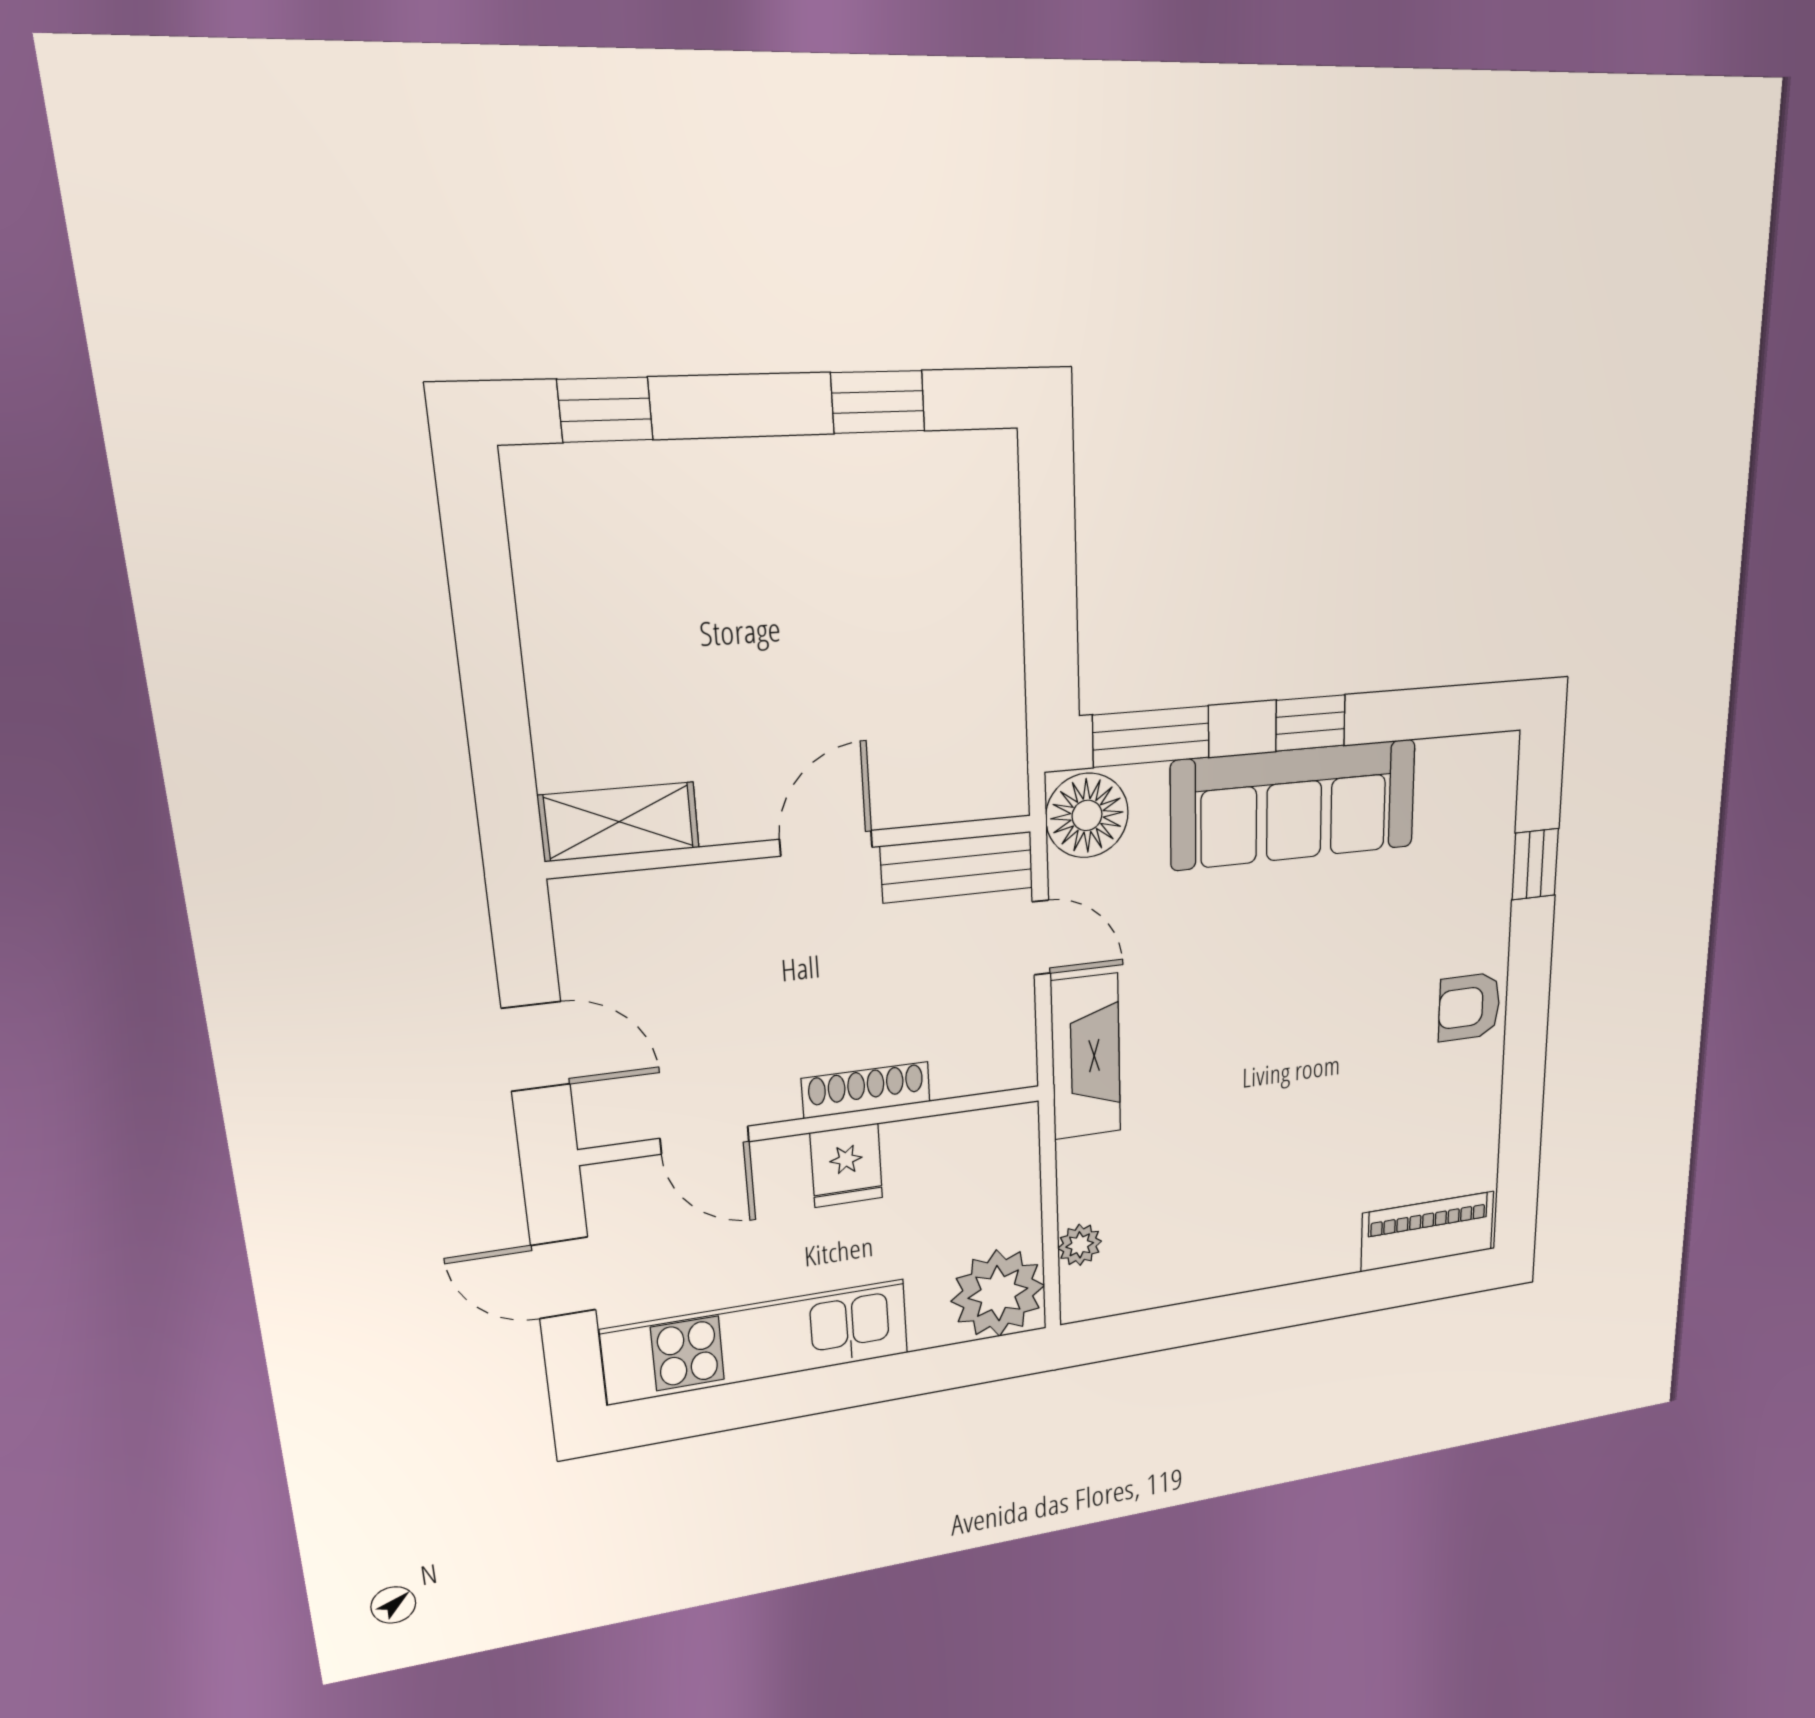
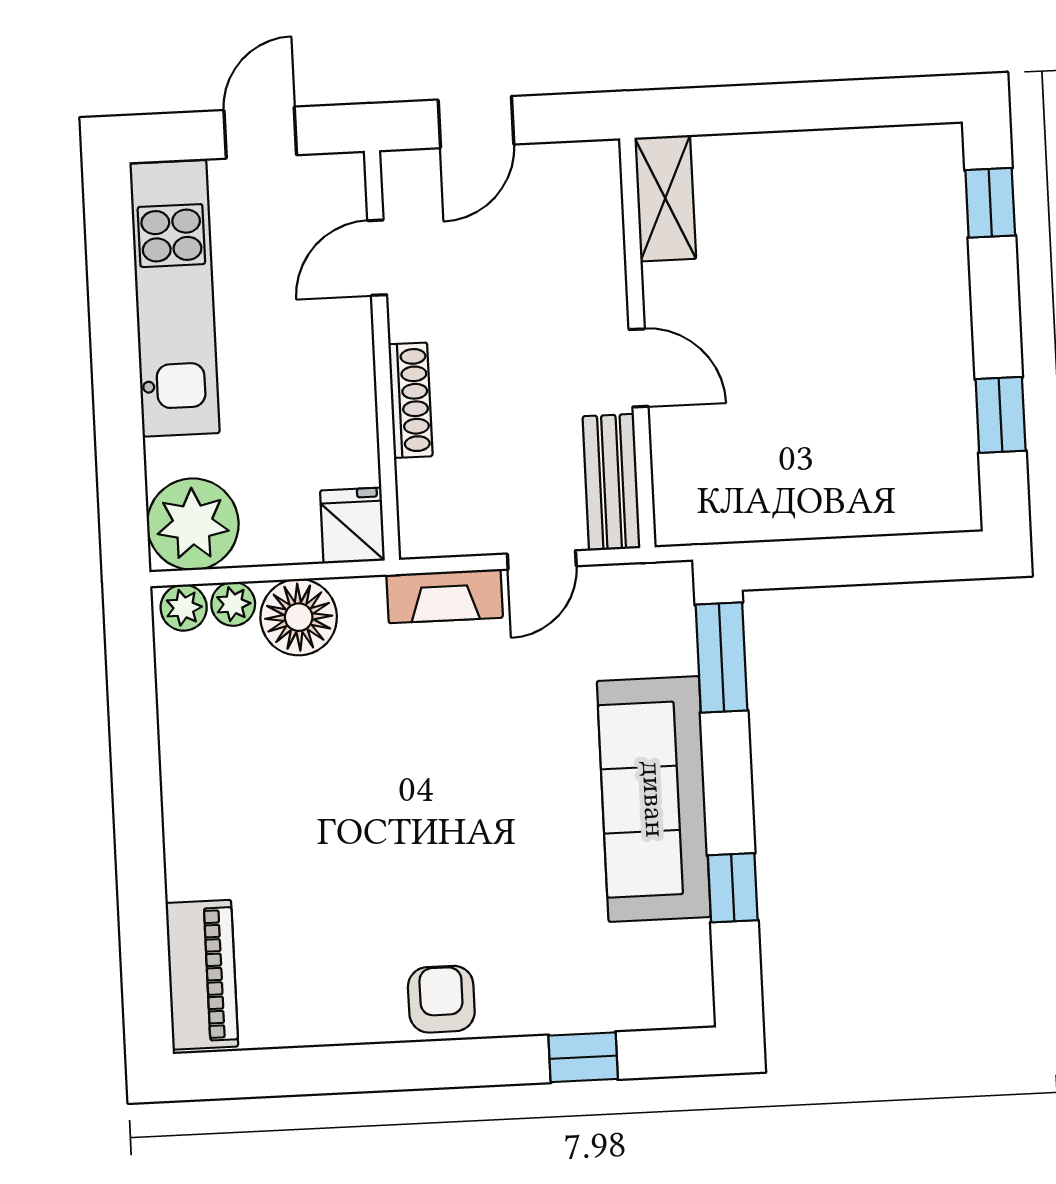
window: (1310, 723) -> (733, 888), moved
floor lamp: (1087, 815) -> (299, 617), moved
fireplace: (1086, 1057) -> (445, 596), width x0.73, depth x0.76
fridge: (846, 1165) -> (352, 526), moved, turned 90
plant: (1082, 1291) -> (184, 608), added

